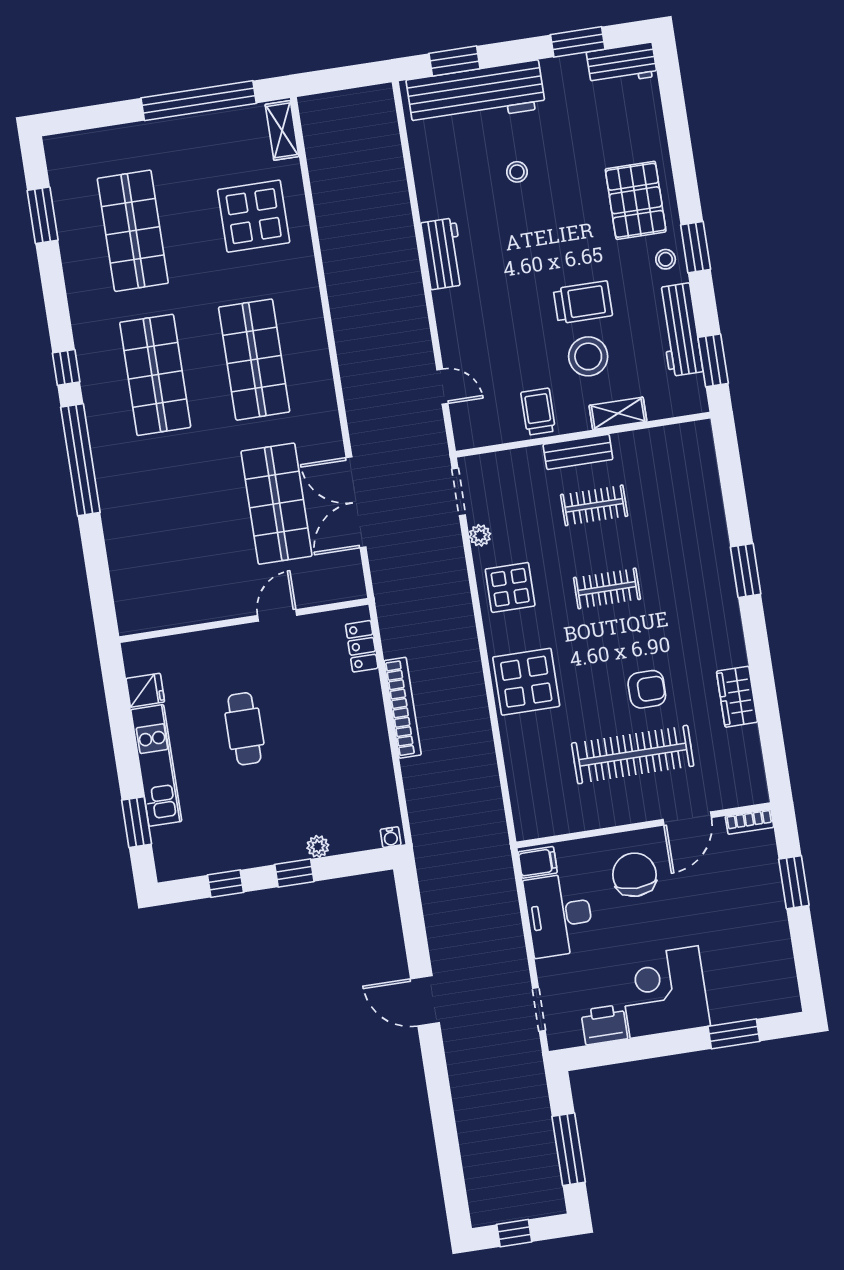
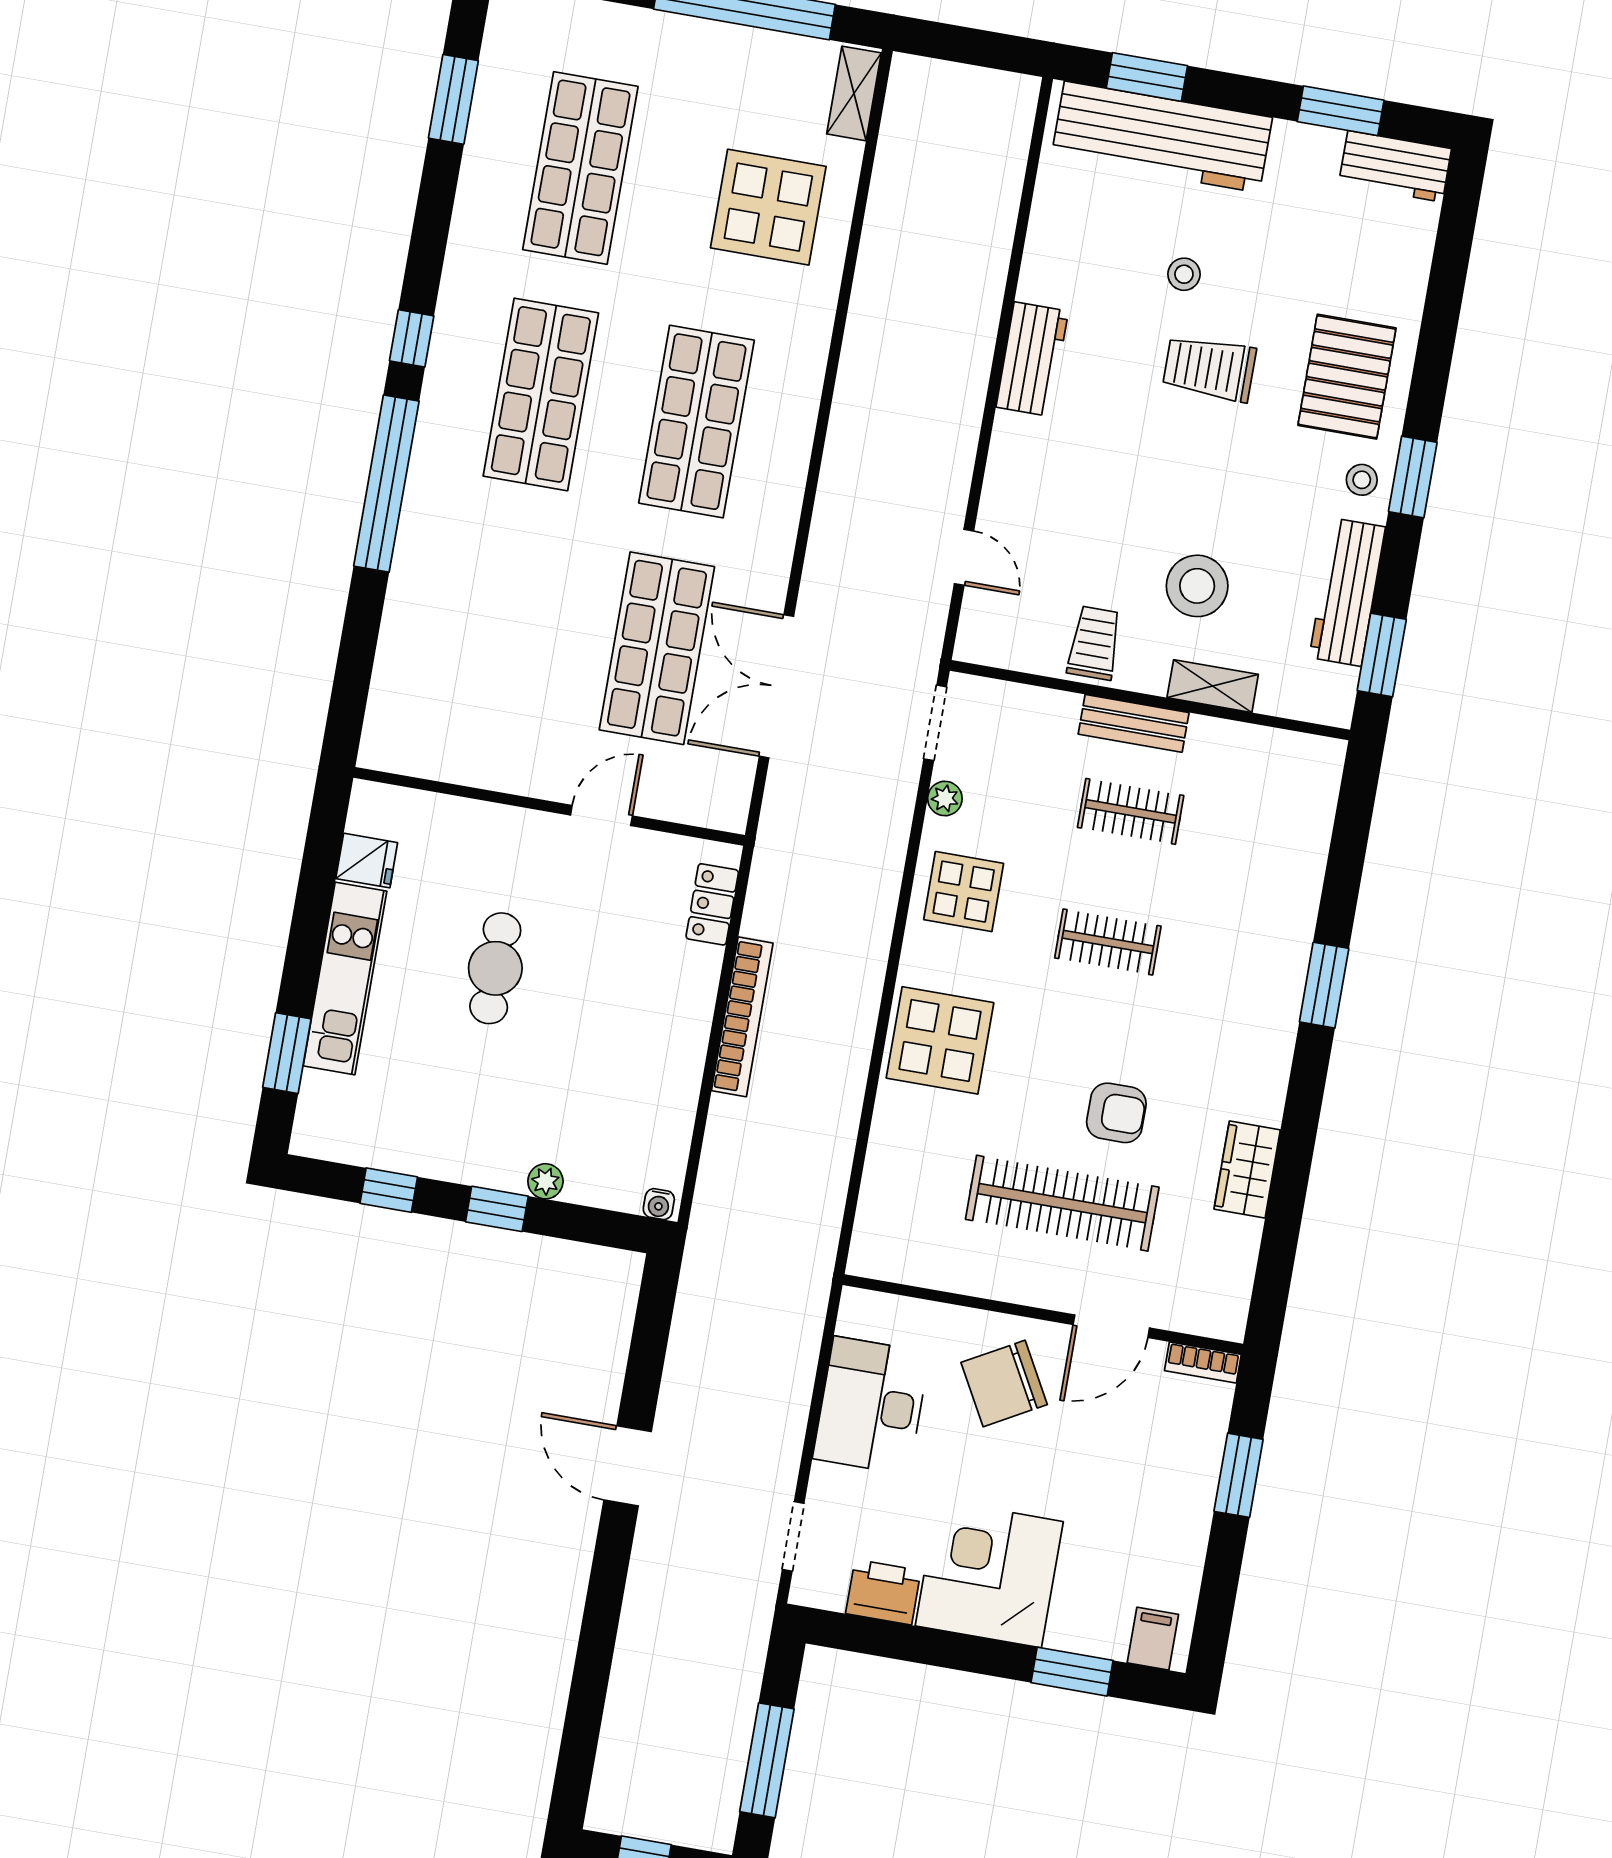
trolley: (583, 302) -> (1209, 368), moved, turned 180
filing cabinet: (538, 862) -> (1153, 1639), moved, turned -90
chair: (634, 875) -> (1004, 1384), turned -119

